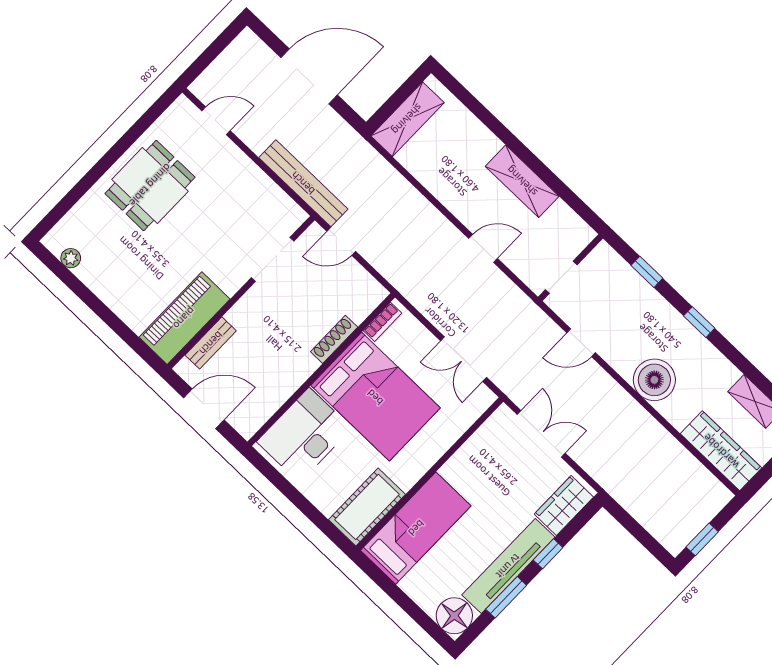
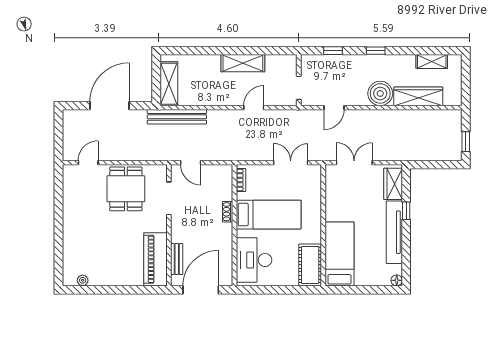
bench: (303, 183) -> (177, 117), moved
dining table: (150, 185) -> (126, 189), moved
door: (341, 241) -> (191, 163), hinge flipped
shoe rack: (334, 339) -> (228, 212), width x0.70
double door: (464, 359) -> (291, 163), swing flipped
bed: (375, 397) -> (269, 215), width x0.67
door: (204, 409) -> (201, 290), width x1.36
wardrobe: (721, 451) -> (418, 96), moved
window: (506, 597) -> (406, 246), removed
floor lamp: (454, 616) -> (397, 280), width x0.53, depth x0.53

